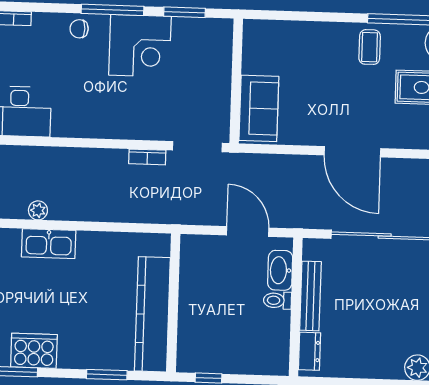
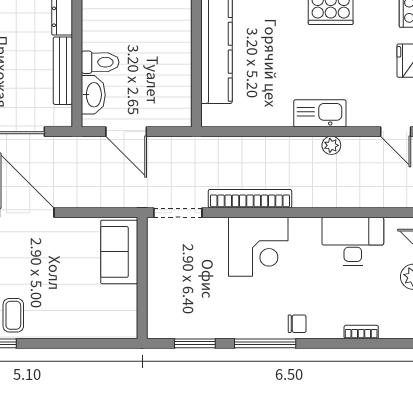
corner desk: (140, 46) -> (258, 247), moved, turned 180
bookcase: (147, 157) -> (250, 199), width x2.31, depth x1.31
toilet: (277, 300) -> (100, 62), width x1.37, depth x1.39

